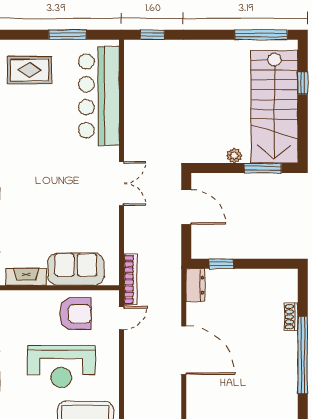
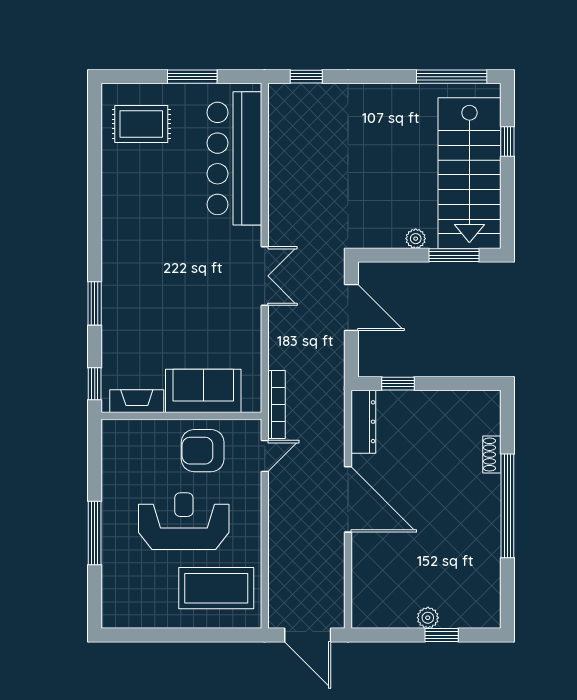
dresser: (195, 285) -> (363, 422), width x1.44
armchair: (75, 314) -> (203, 451), turned 180
reception desk: (61, 366) -> (184, 521), turned 180

